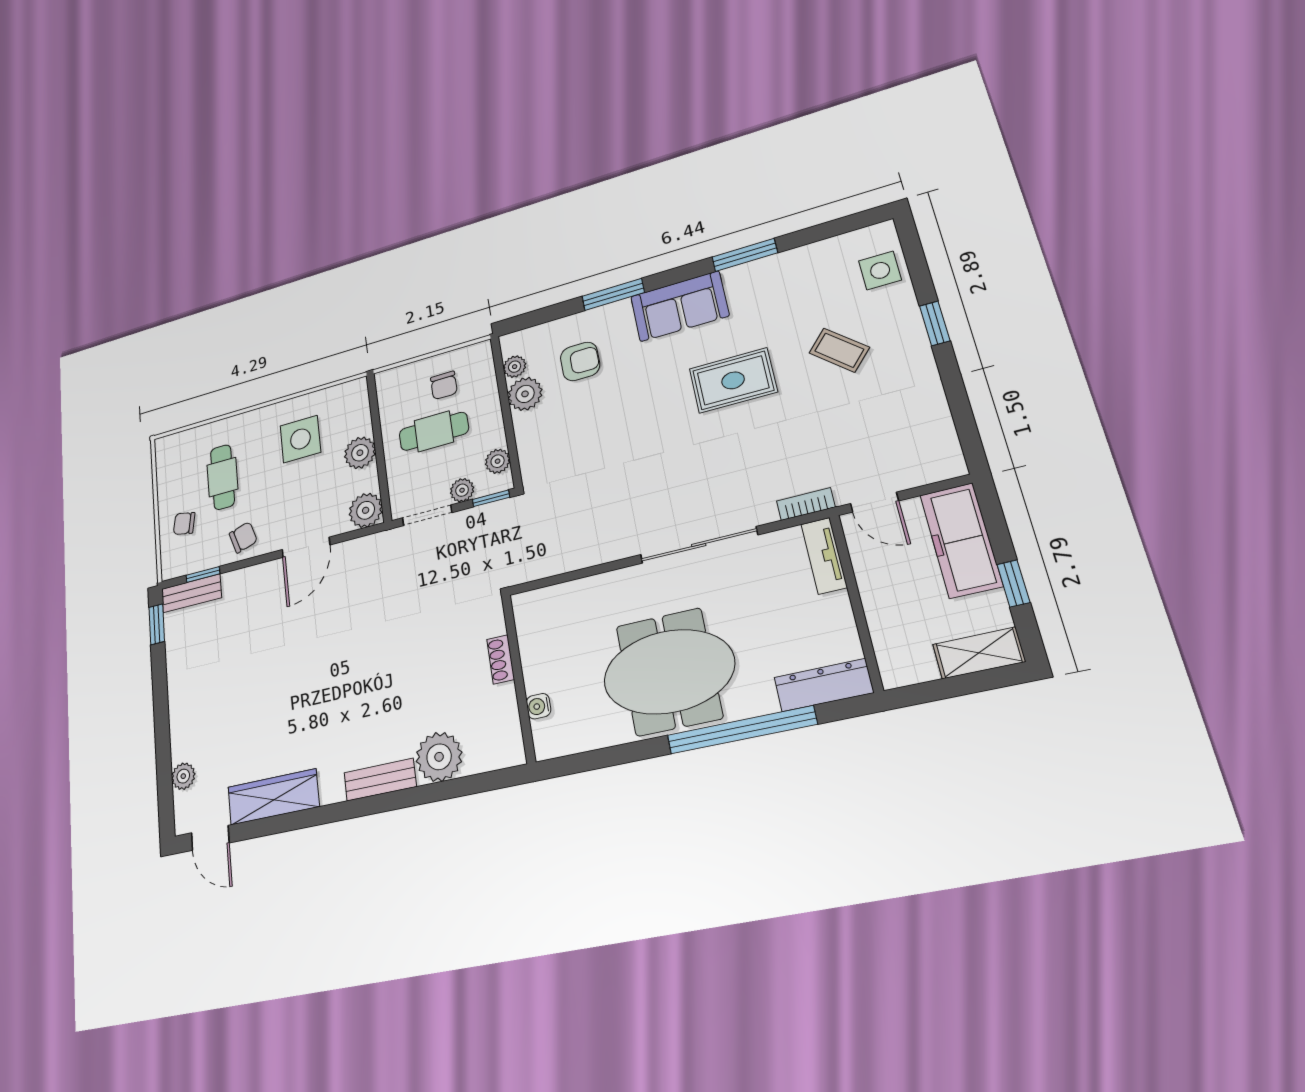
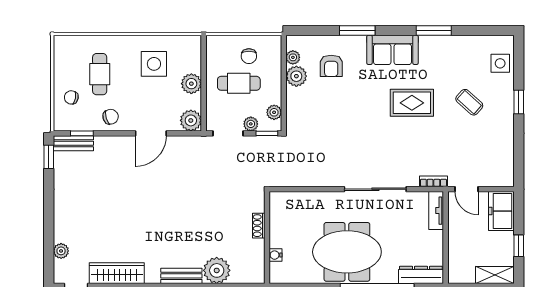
armchair: (580, 361) -> (331, 66), turned 90
freezer: (961, 540) -> (501, 211), width x0.71

